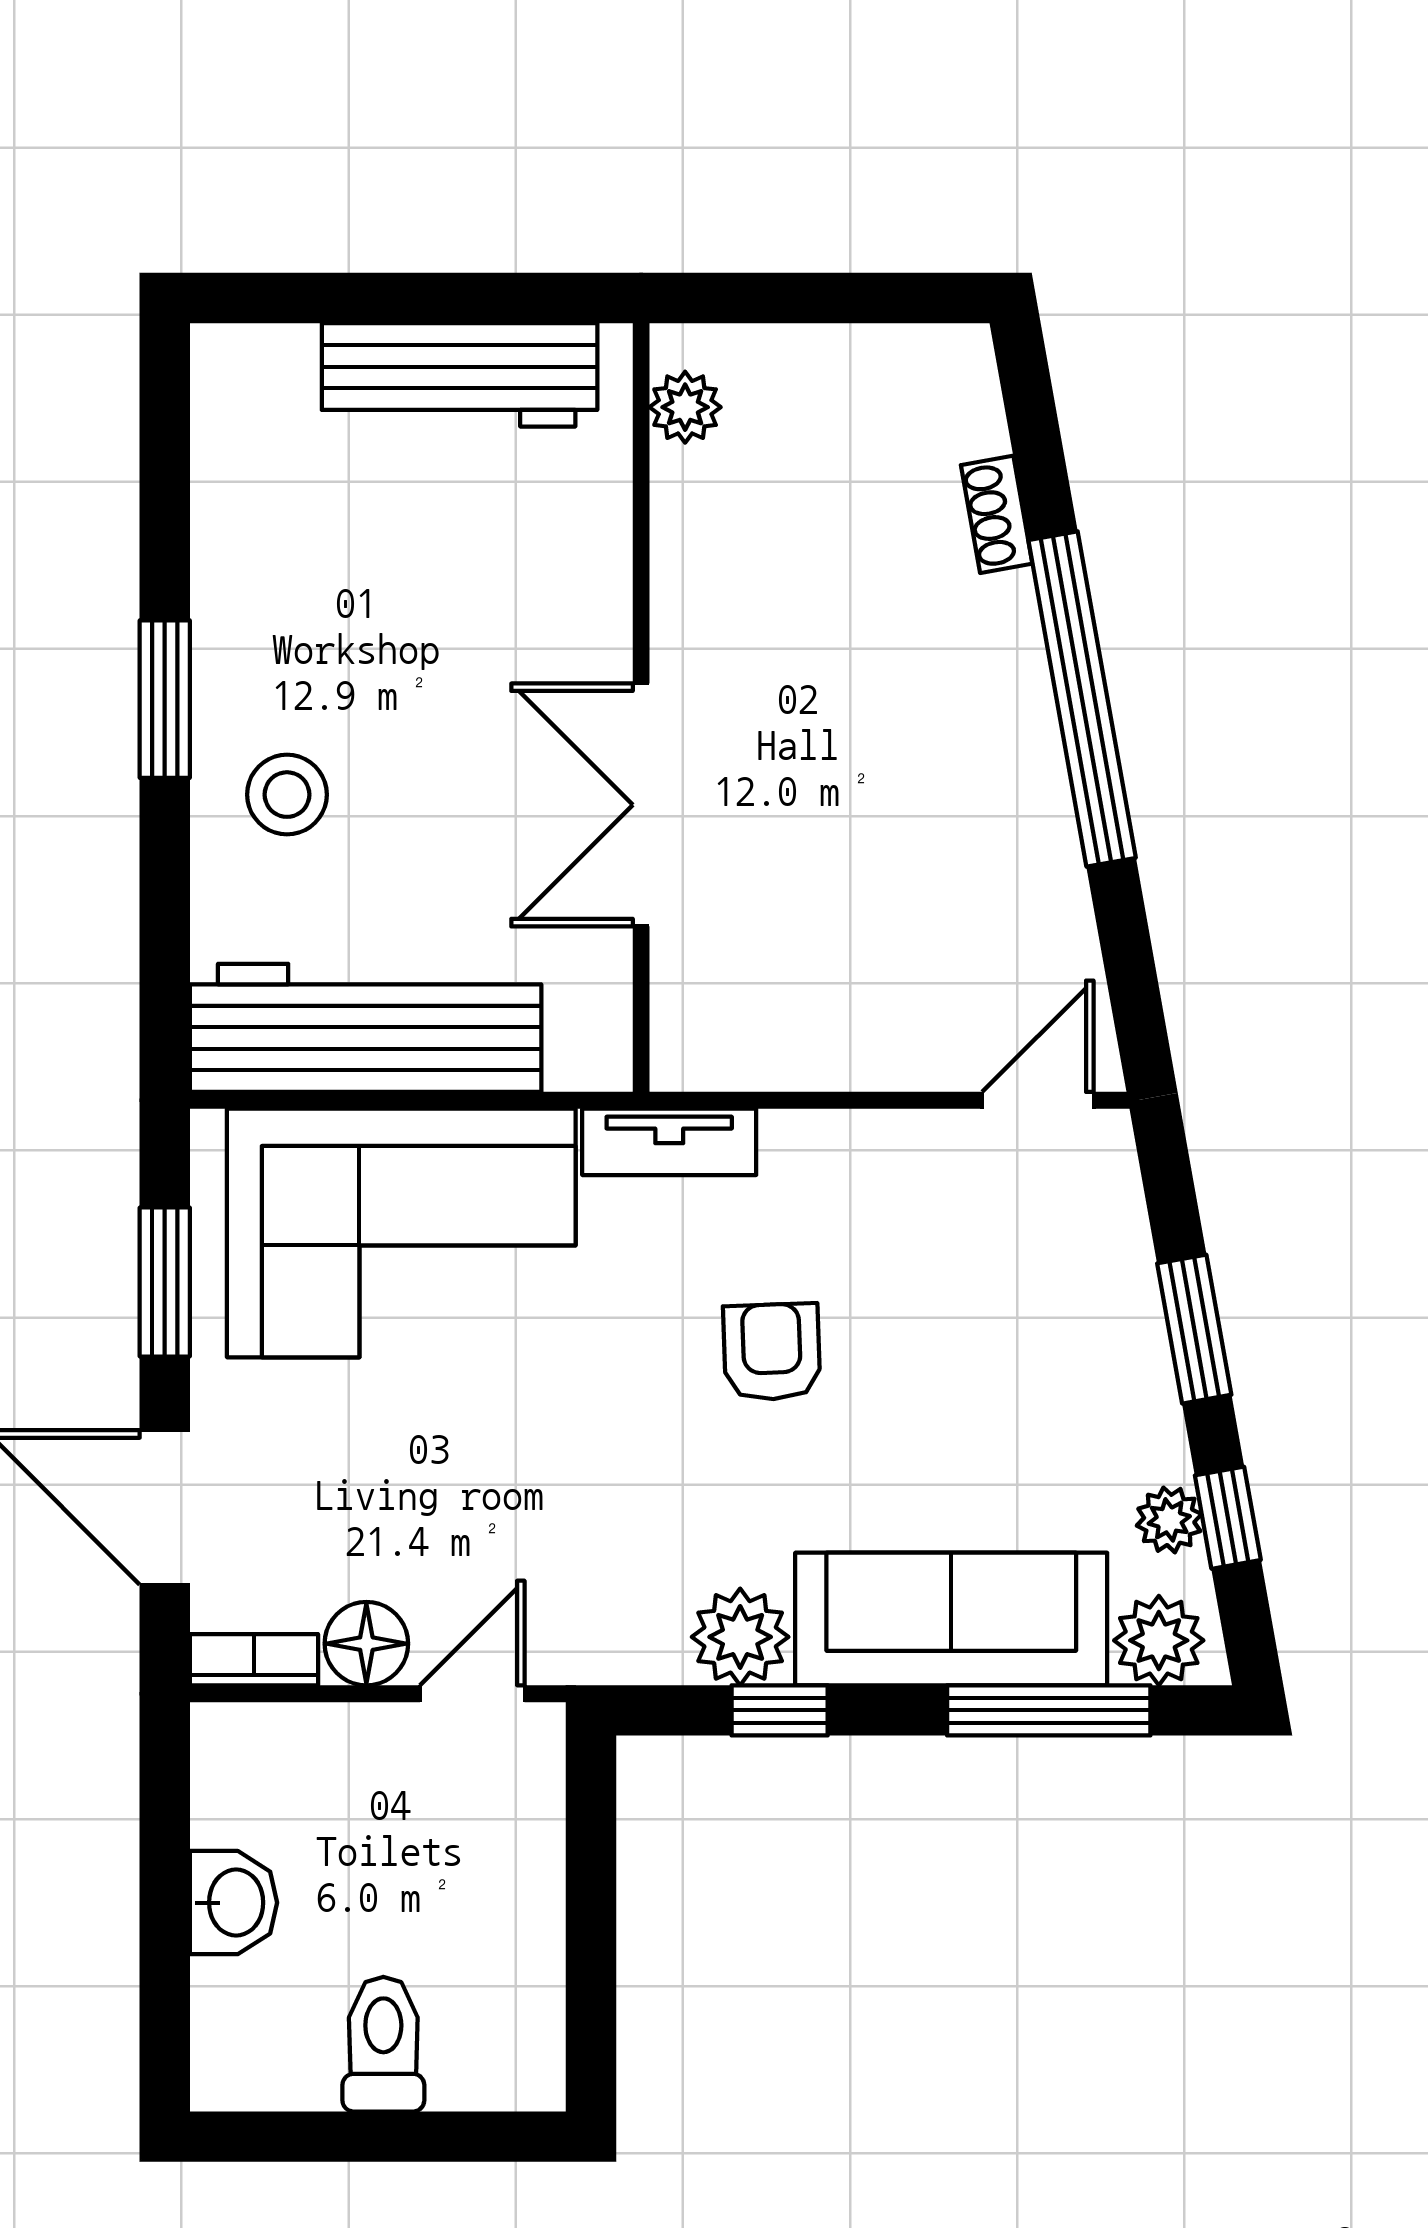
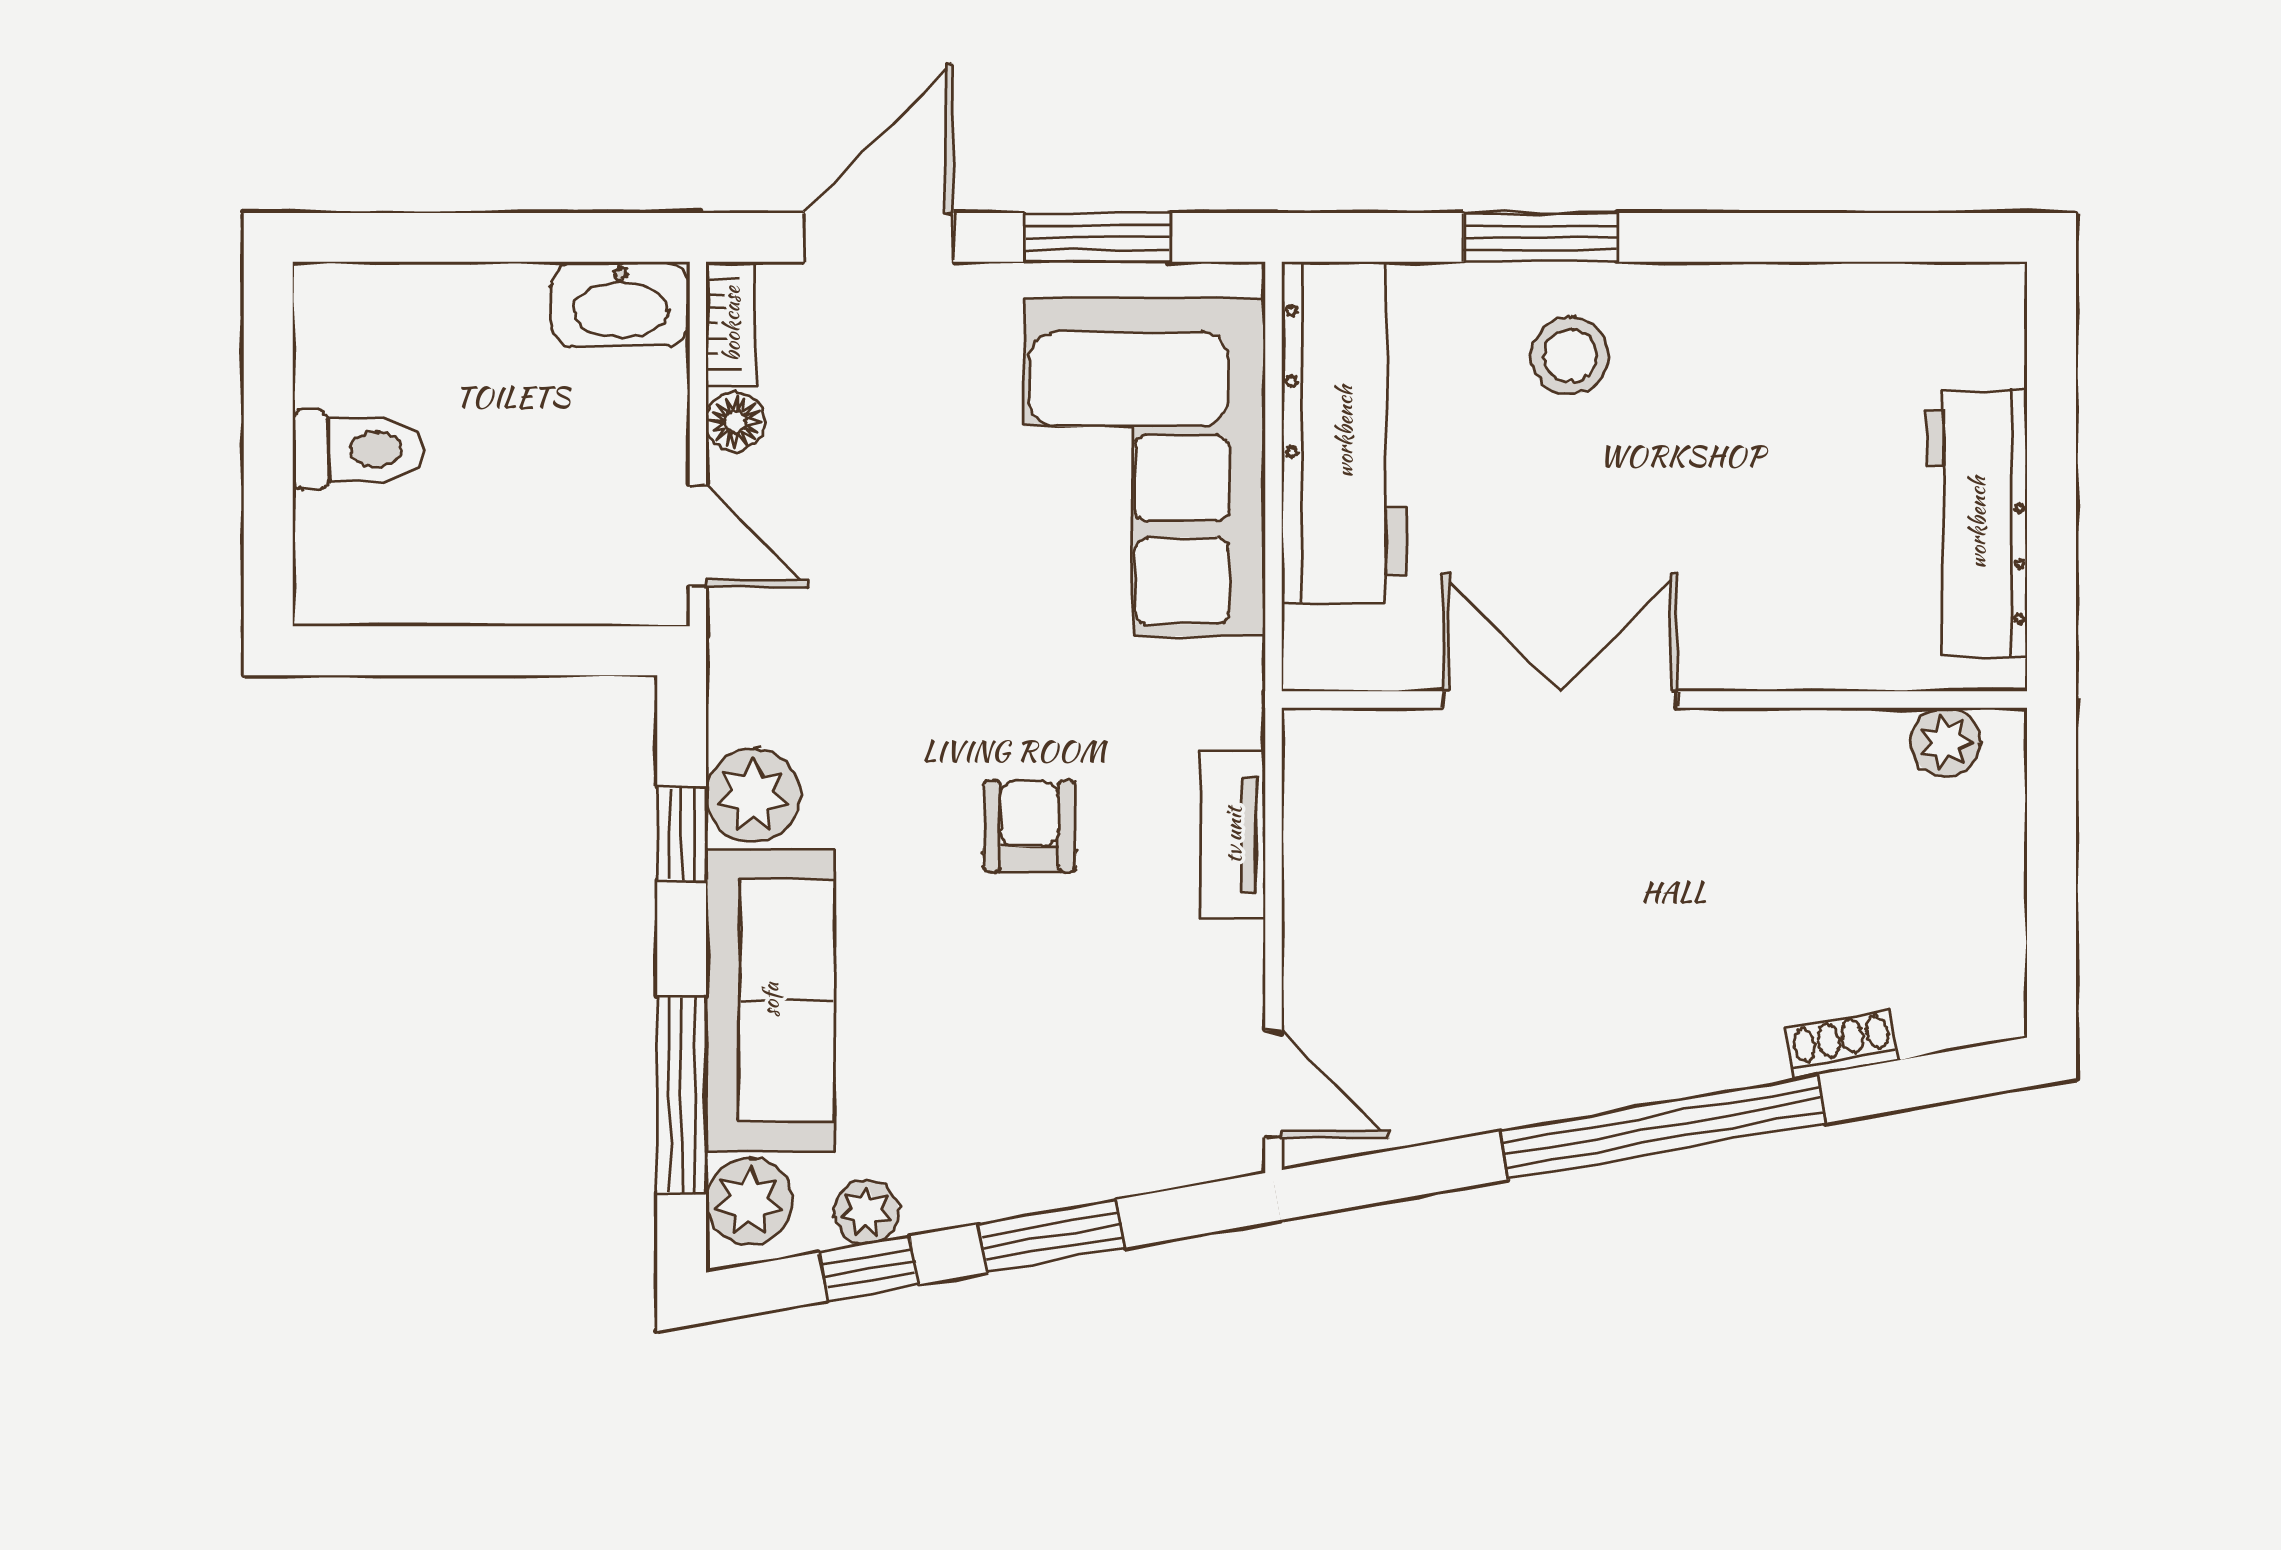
window: (165, 699) -> (1540, 237), moved
tv unit: (669, 1142) -> (1233, 835), moved
armchair: (772, 1352) -> (1029, 826), turned -88
floor lamp: (366, 1644) -> (735, 422), width x0.73, depth x0.73
washbasin: (234, 1903) -> (620, 304), moved, width x1.38

